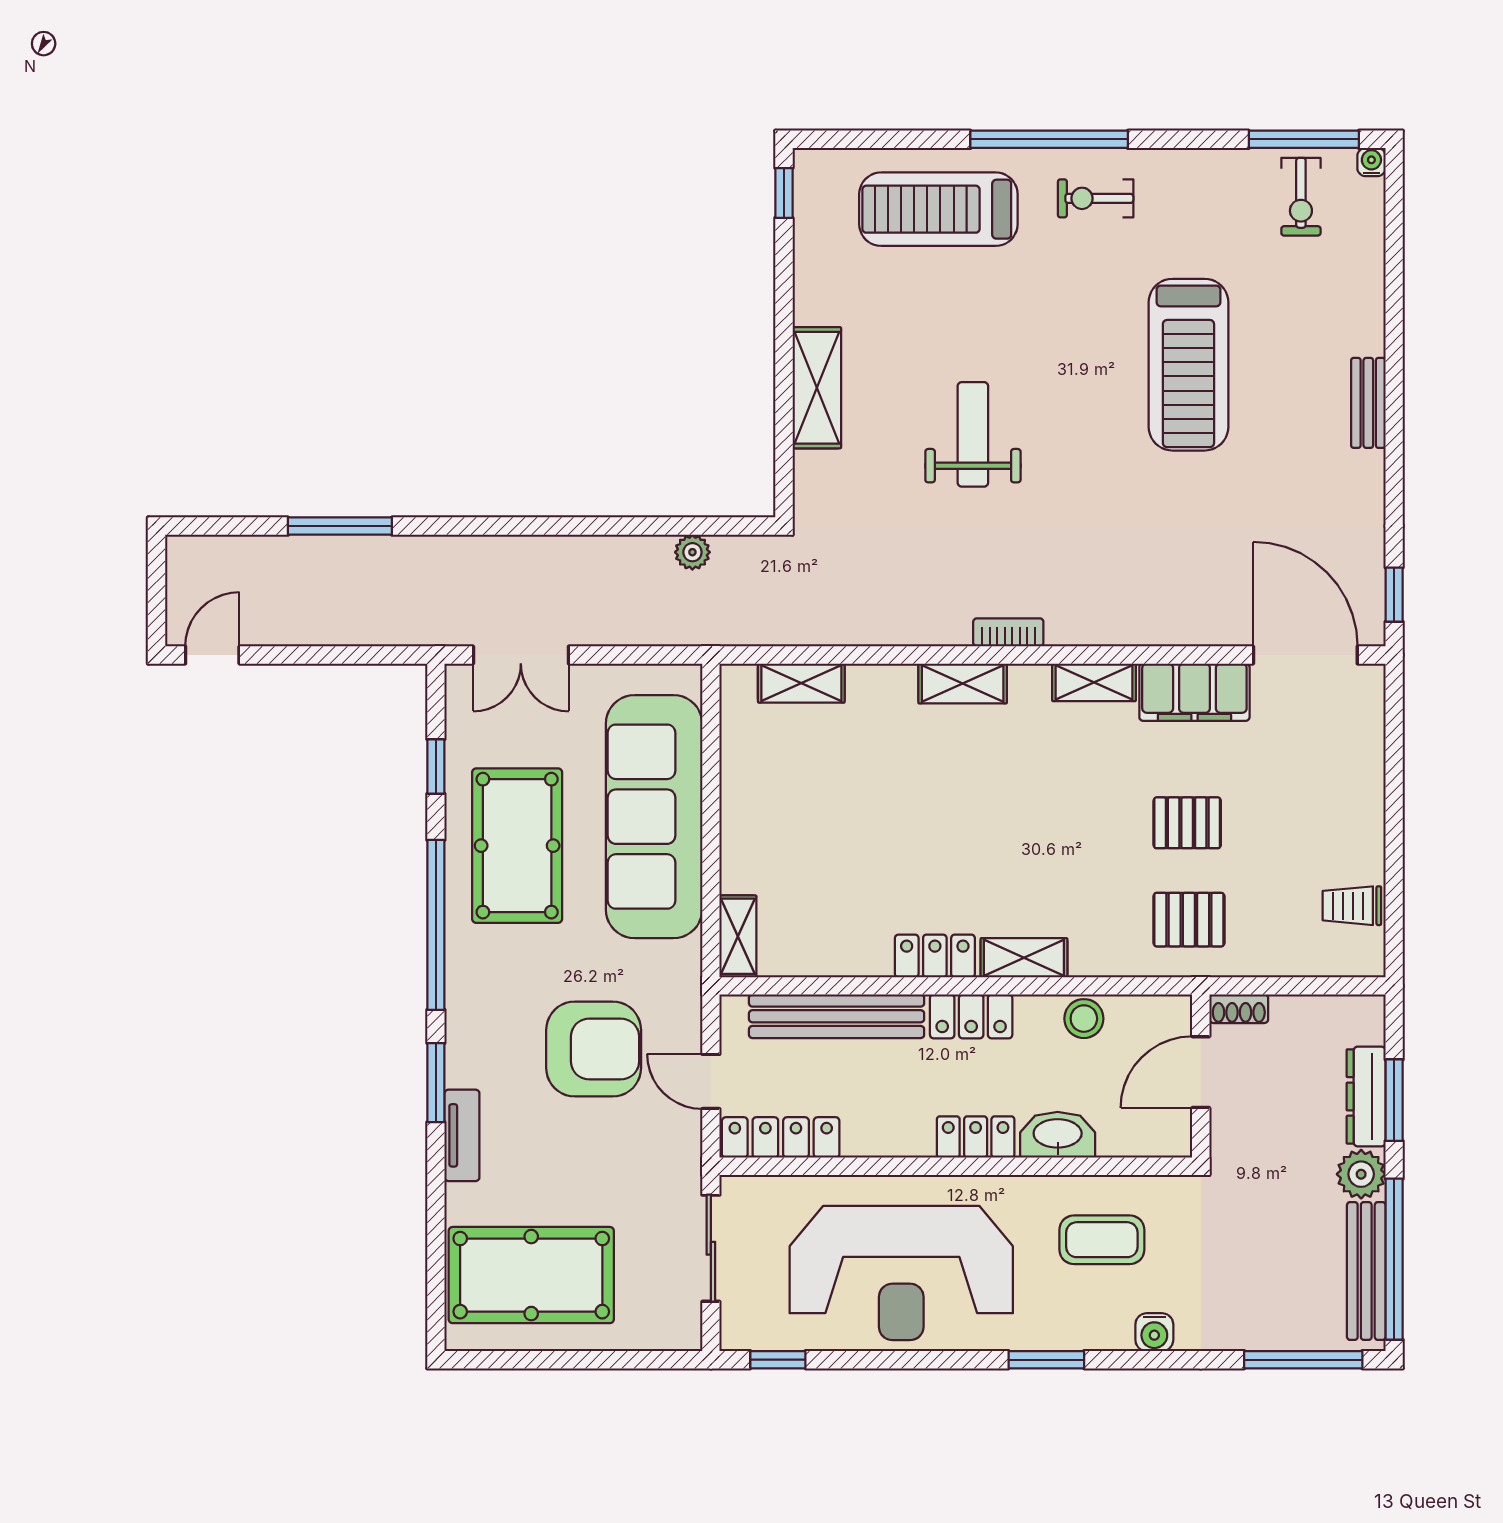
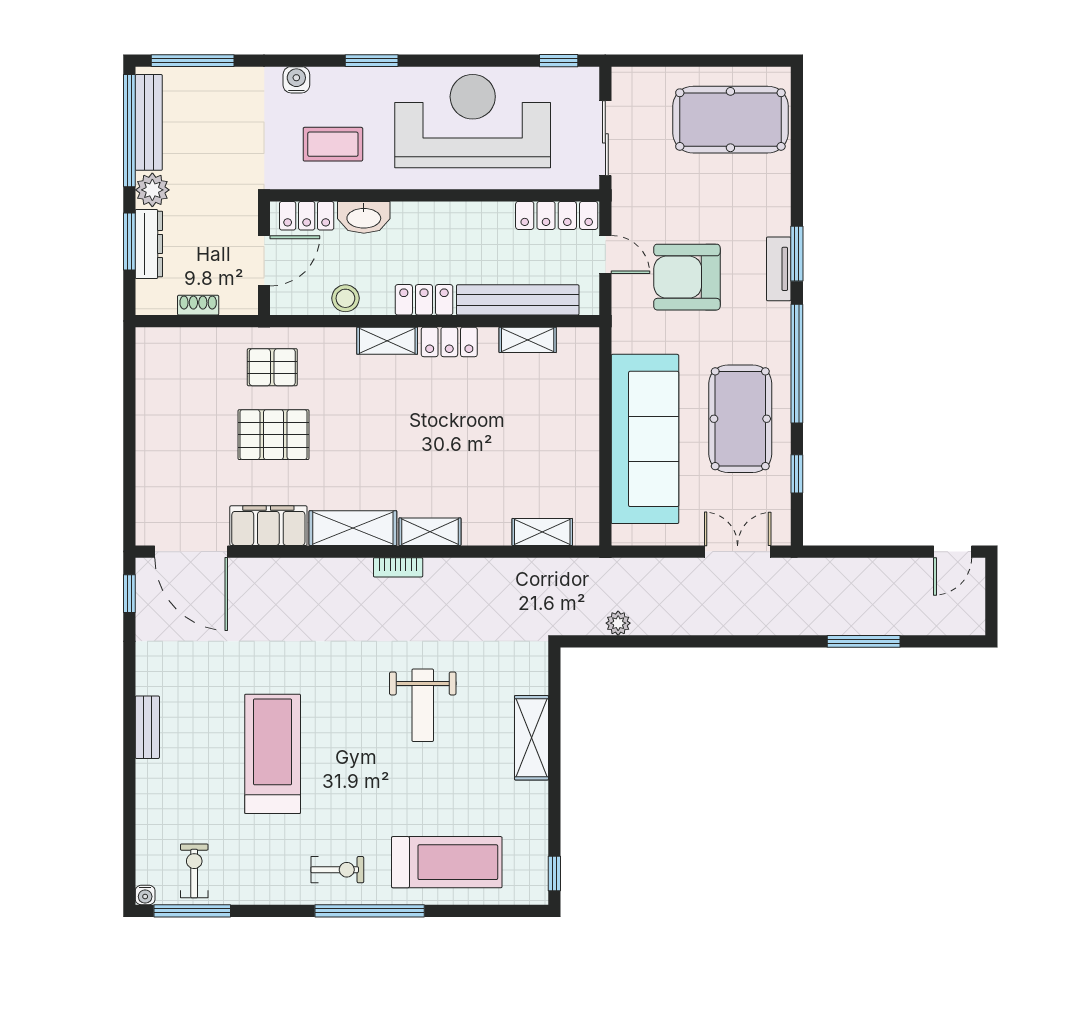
shelving: (1094, 682) -> (353, 528), width x1.50, depth x1.33
pallet: (1187, 823) -> (273, 435), width x1.50, depth x1.42
trolley: (1352, 906) -> (159, 377), removed
shelving: (738, 936) -> (528, 340), moved, turned 90
shoe rack: (1239, 1009) -> (198, 305), moved
tv unit: (462, 1135) -> (779, 269), moved
locker: (976, 1137) -> (307, 216), moved

